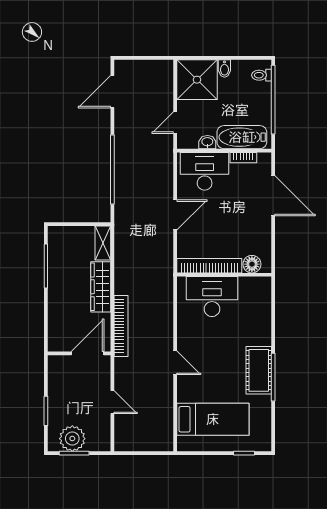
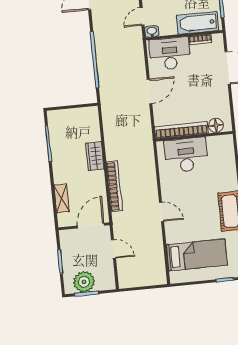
washbasin: (207, 142) -> (152, 31), moved
shelving: (103, 243) -> (62, 198), moved
wardrobe: (101, 287) -> (95, 156), width x0.67
wall: (79, 353) -> (84, 226), moved
door: (87, 353) -> (91, 226), moved

